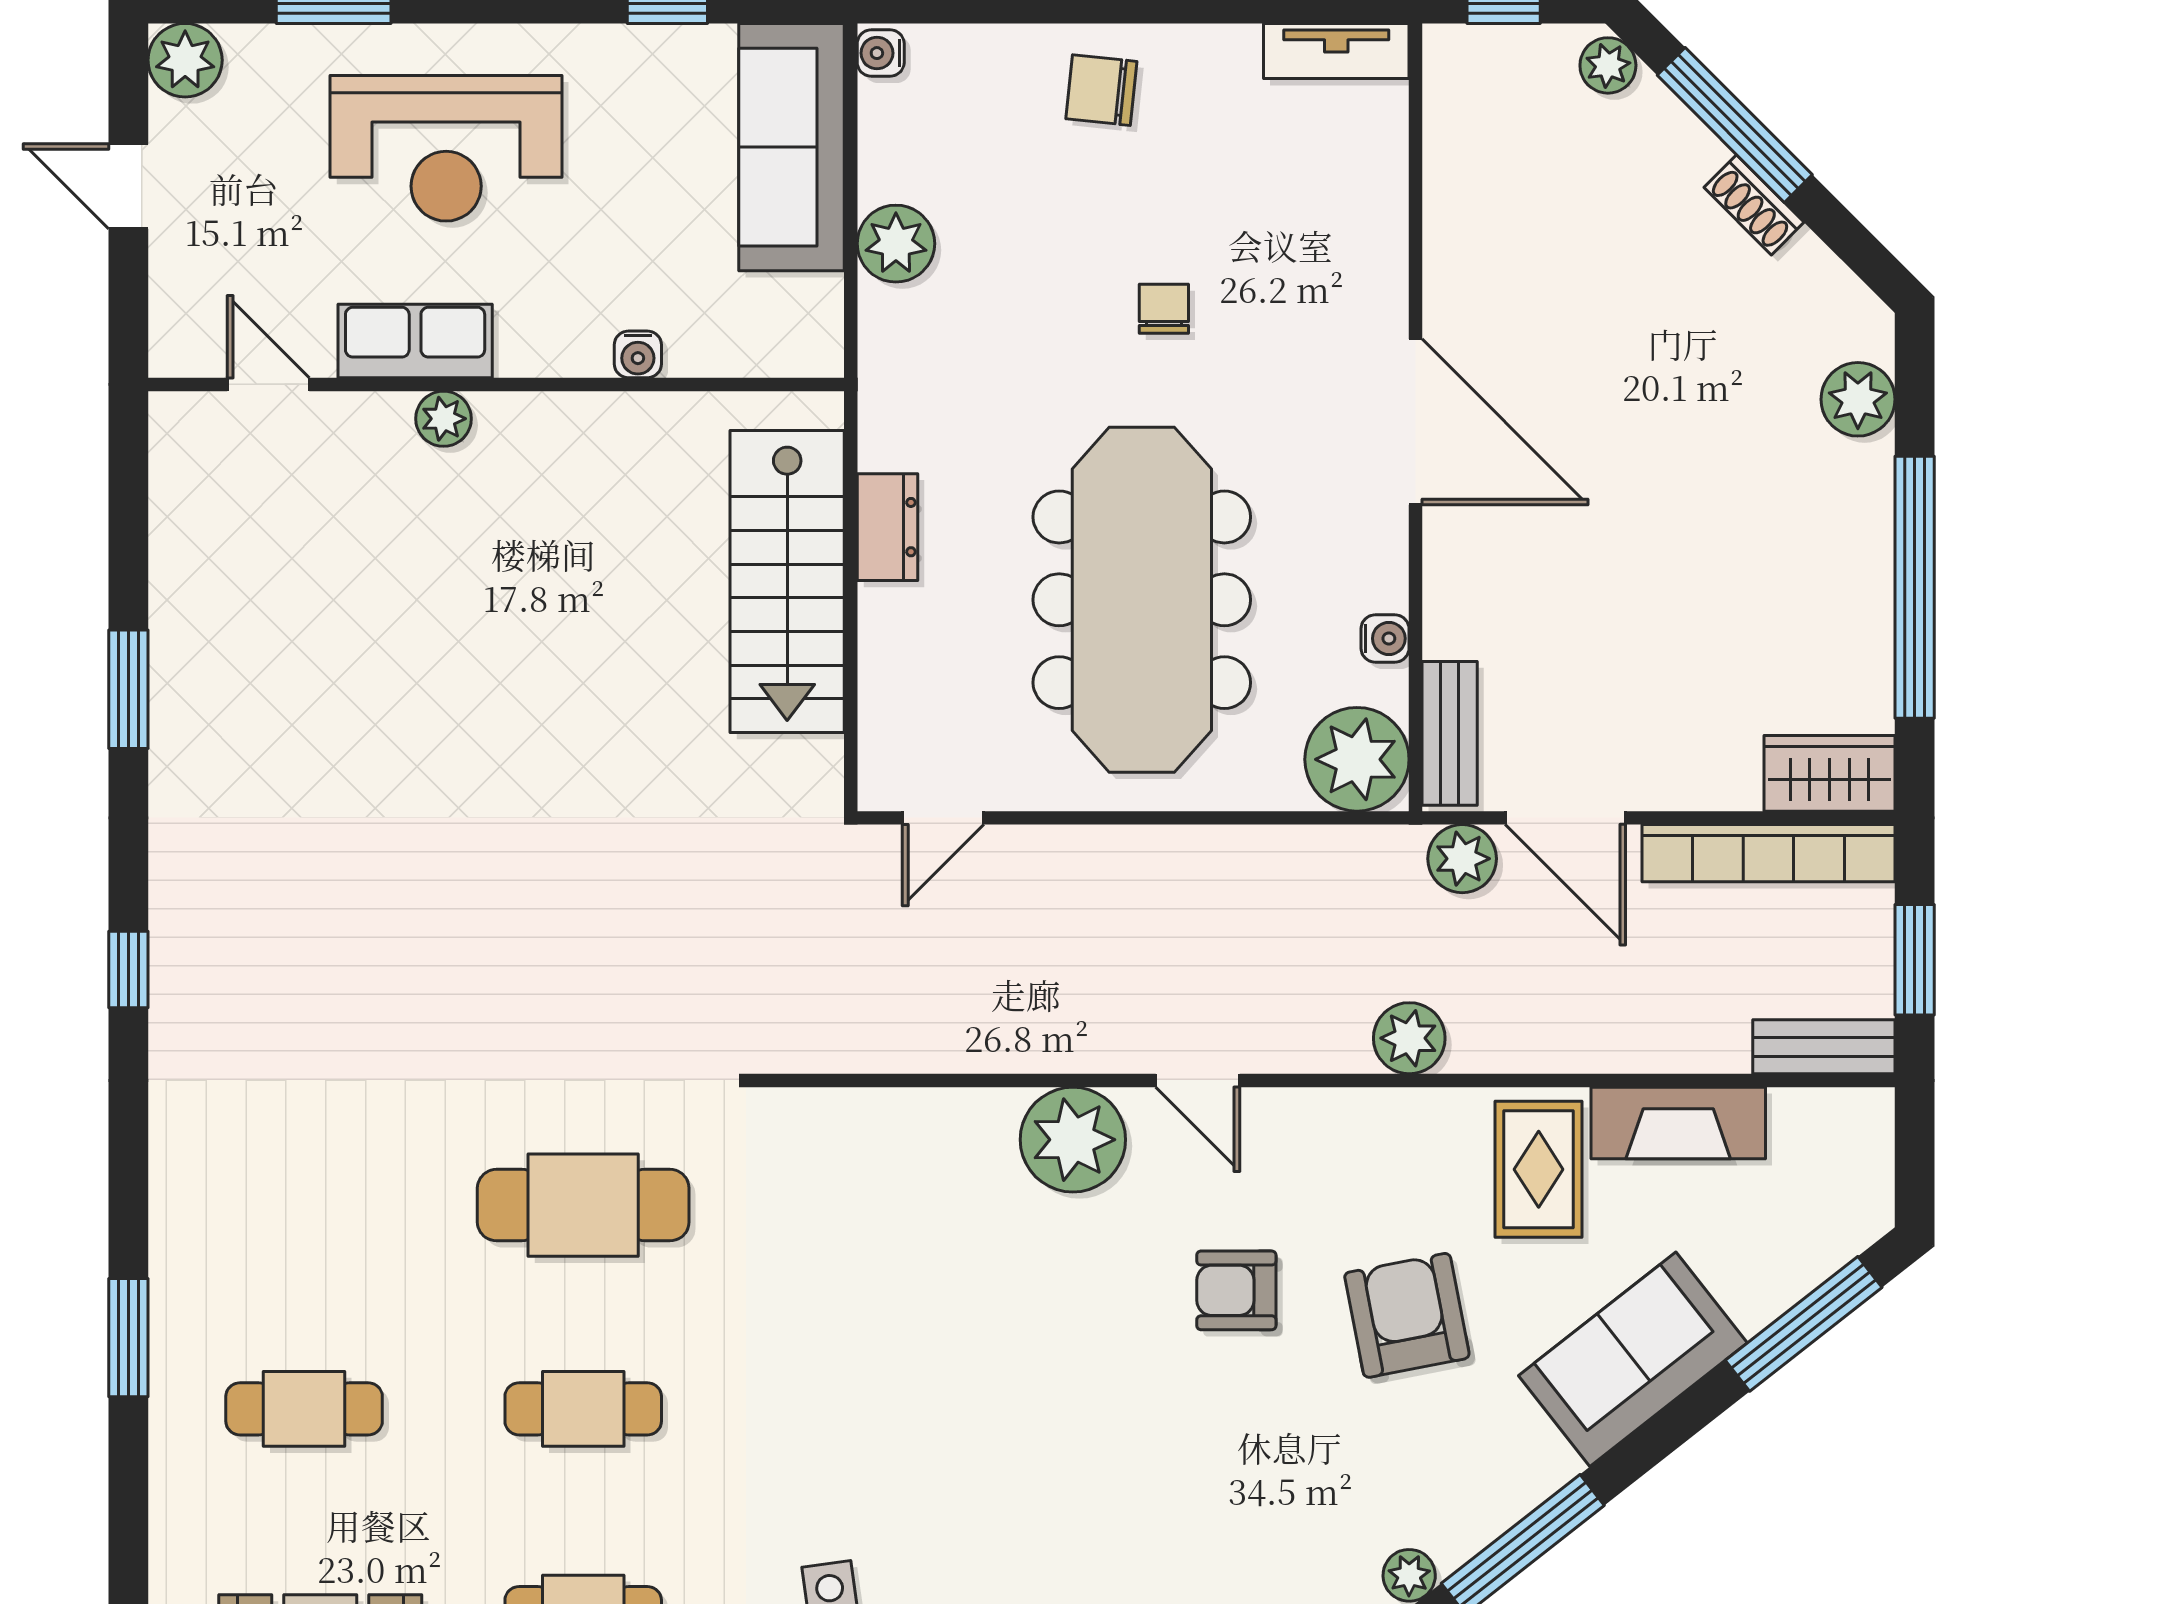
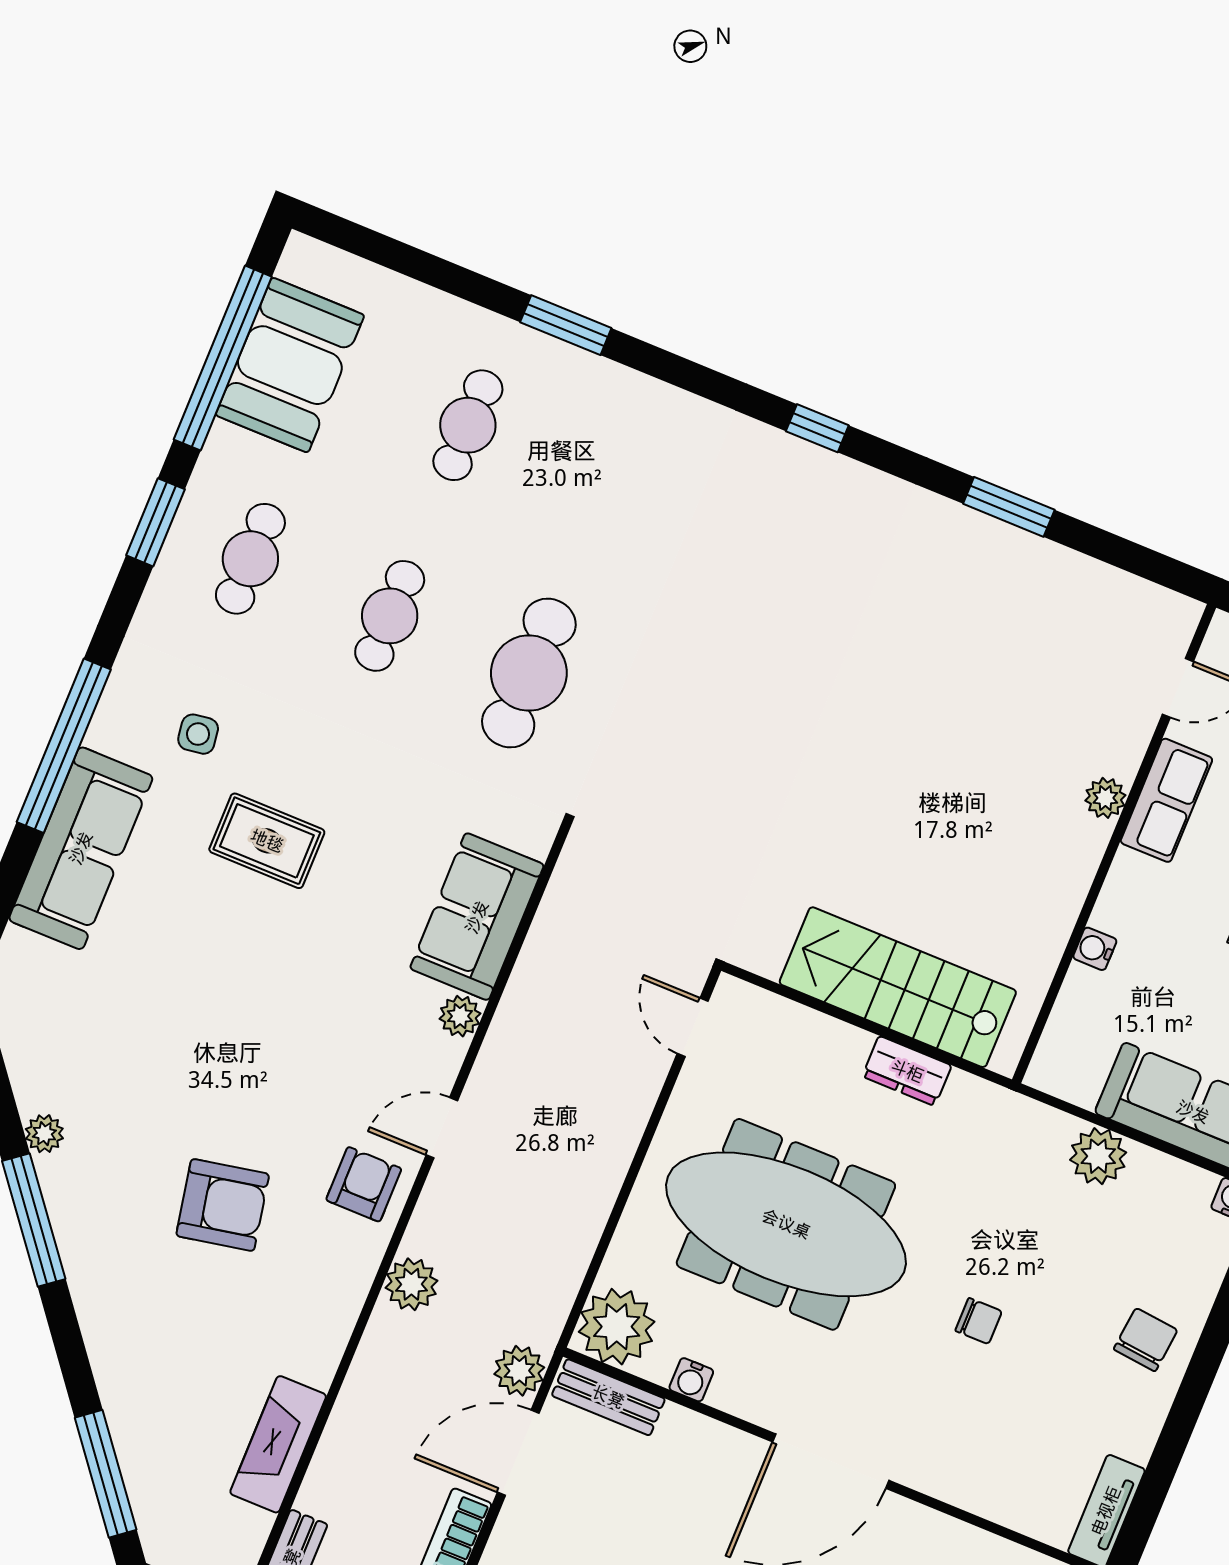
plant: (1073, 1140) -> (460, 1016), width x0.53, depth x0.53
rug: (1539, 1169) -> (267, 841), moved
armchair: (1236, 1290) -> (364, 1184), moved
sofa: (1633, 1359) -> (477, 917), moved, turned -142

